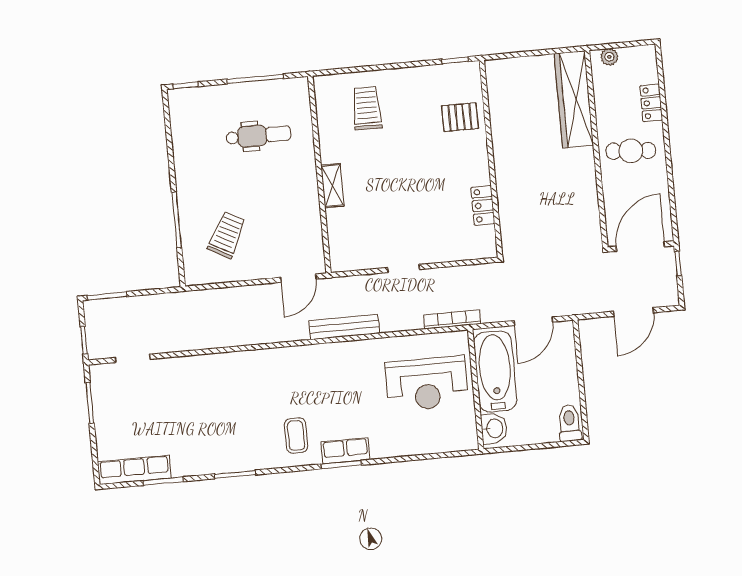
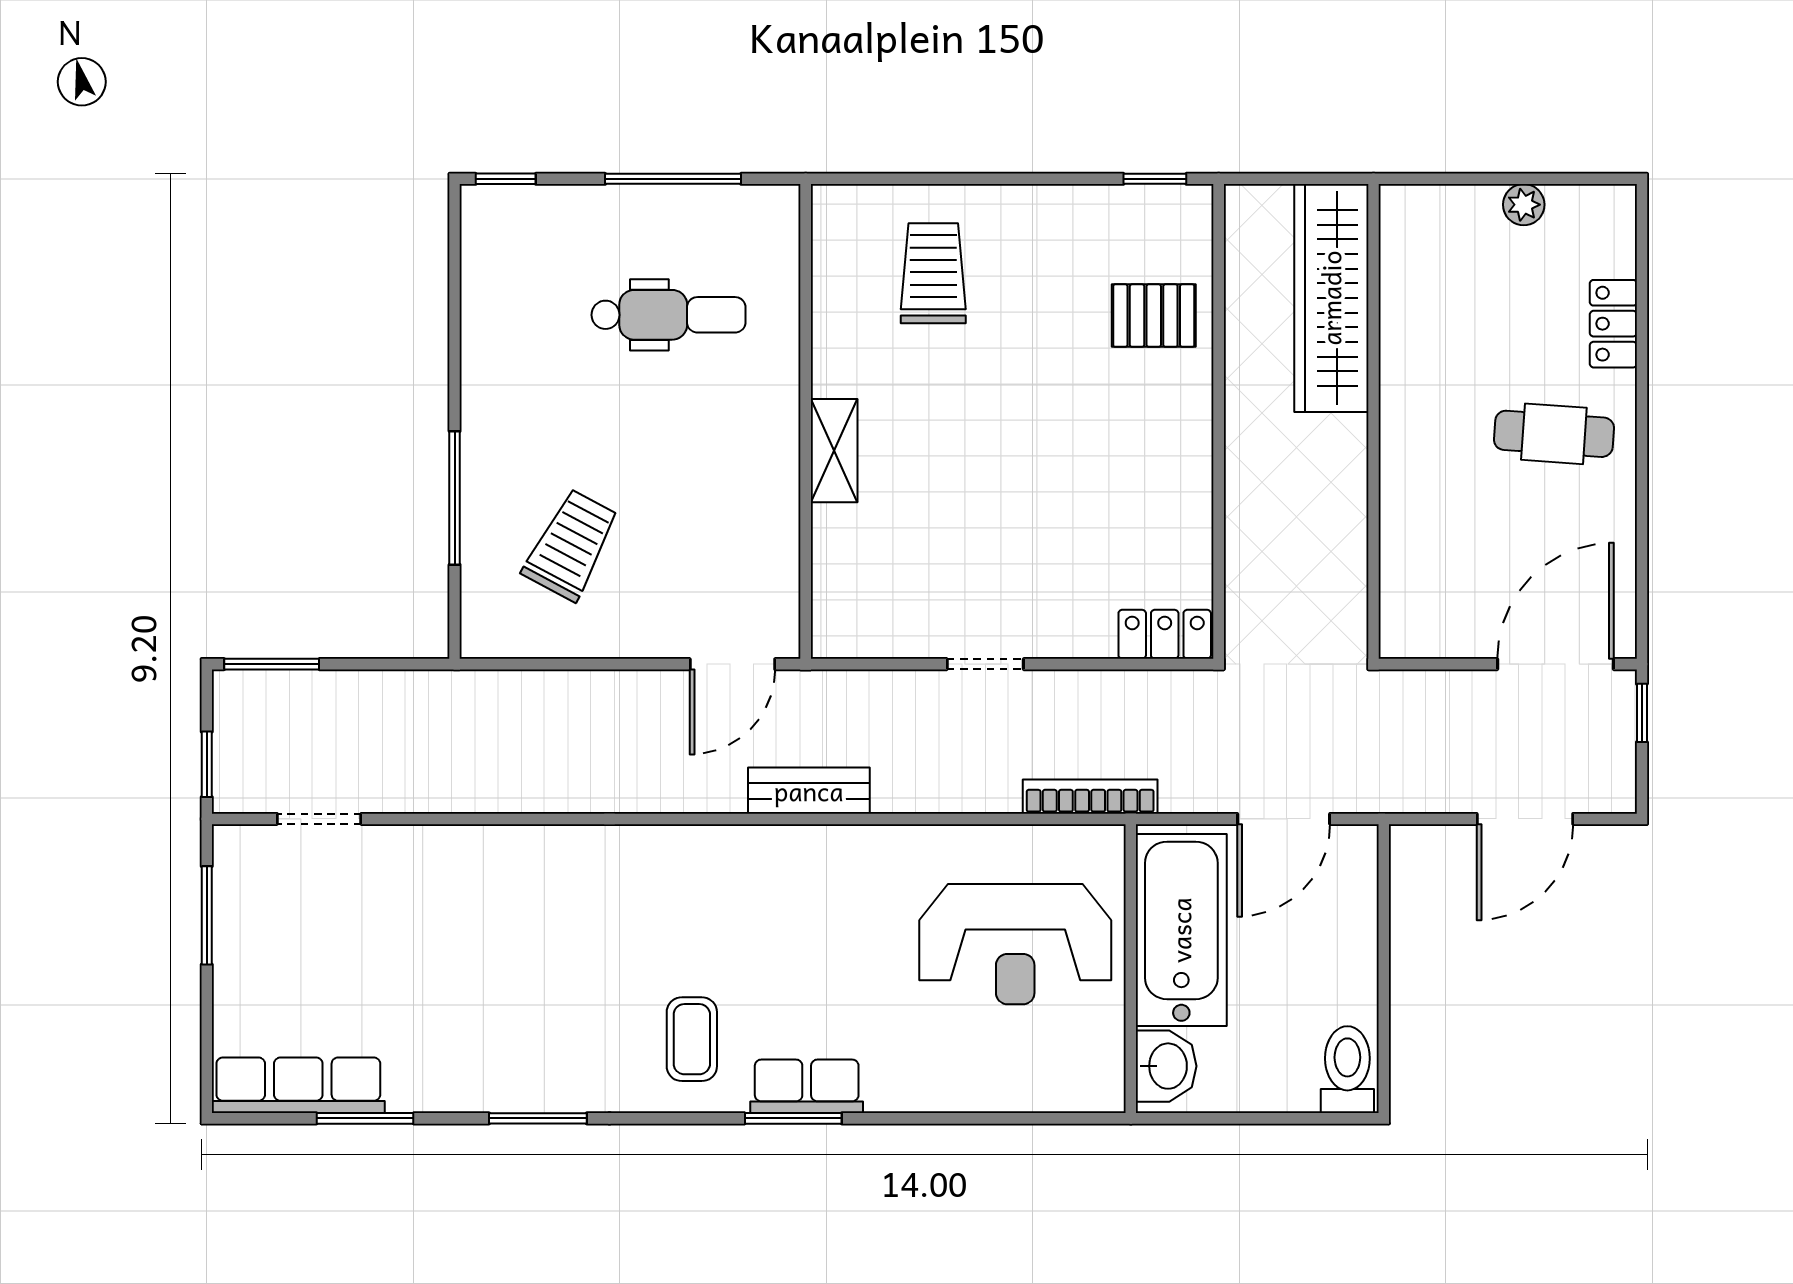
wardrobe: (574, 99) -> (1331, 298), moved
wall: (596, 149) -> (1373, 421), moved
locker: (483, 205) -> (1165, 634), moved, turned 90
bench: (344, 327) -> (809, 791), width x0.73

